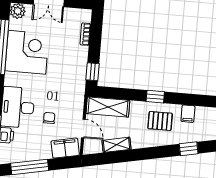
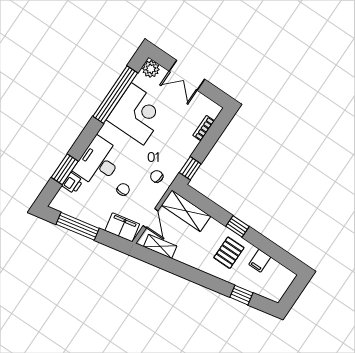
chair: (70, 93) -> (157, 176), added
pallet: (160, 121) -> (229, 253), turned 90
shelving: (117, 145) -> (160, 246), moved

